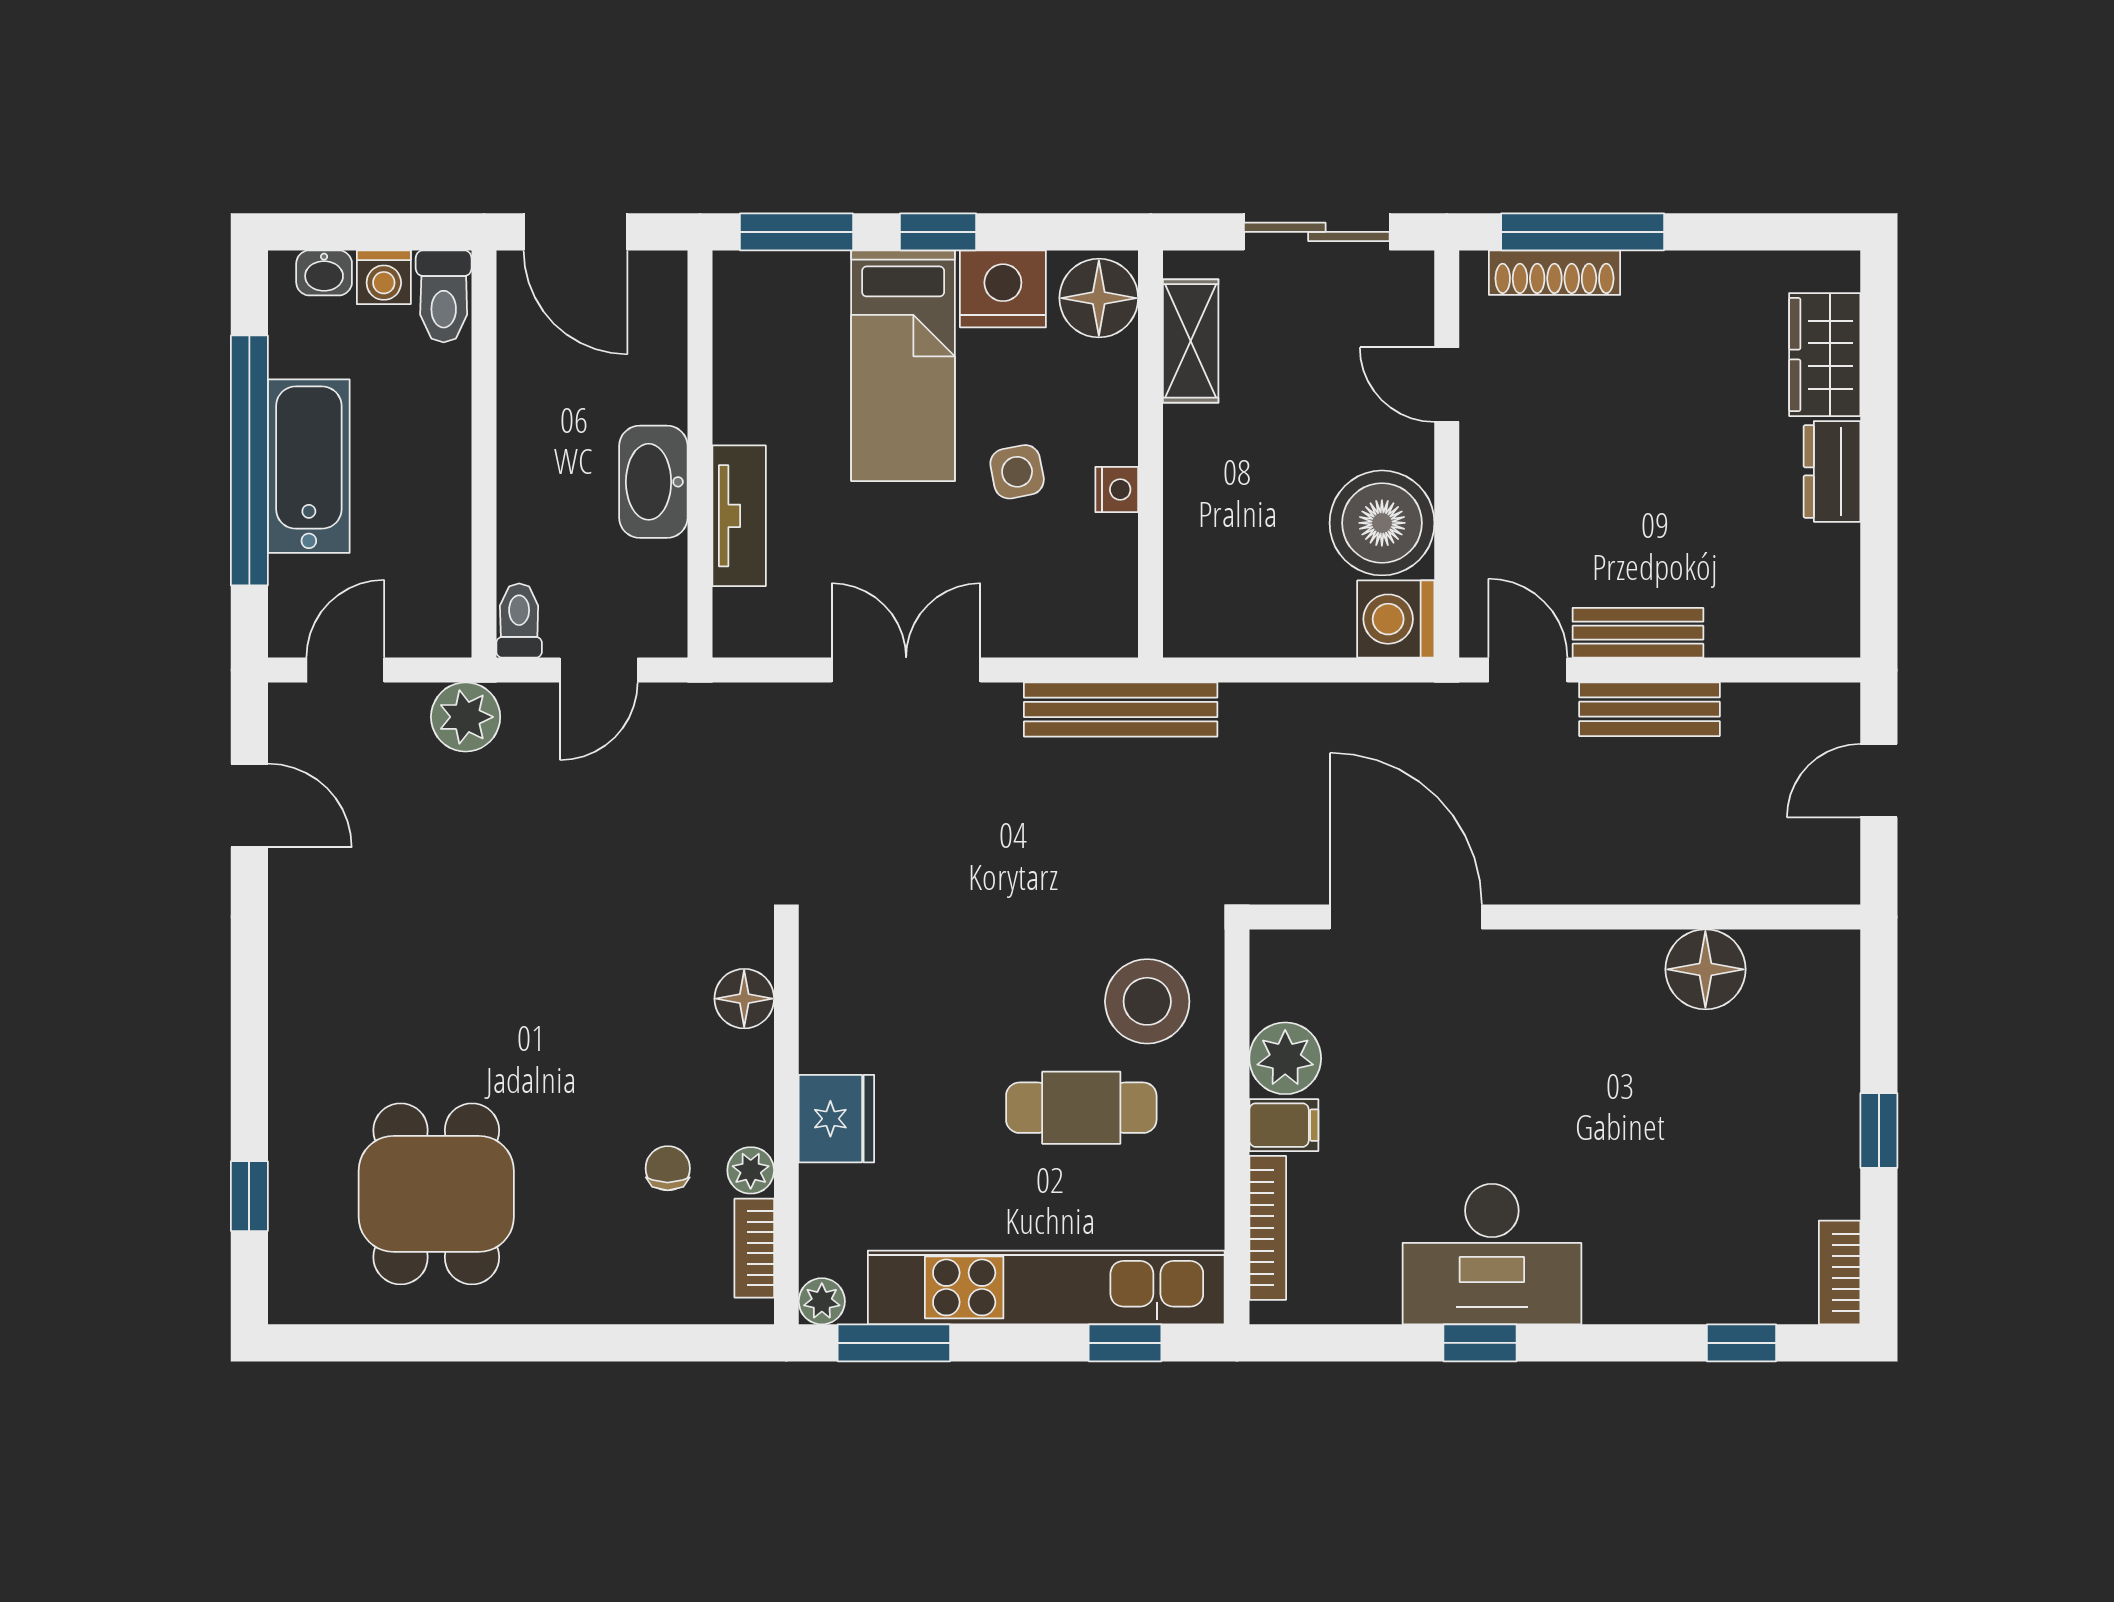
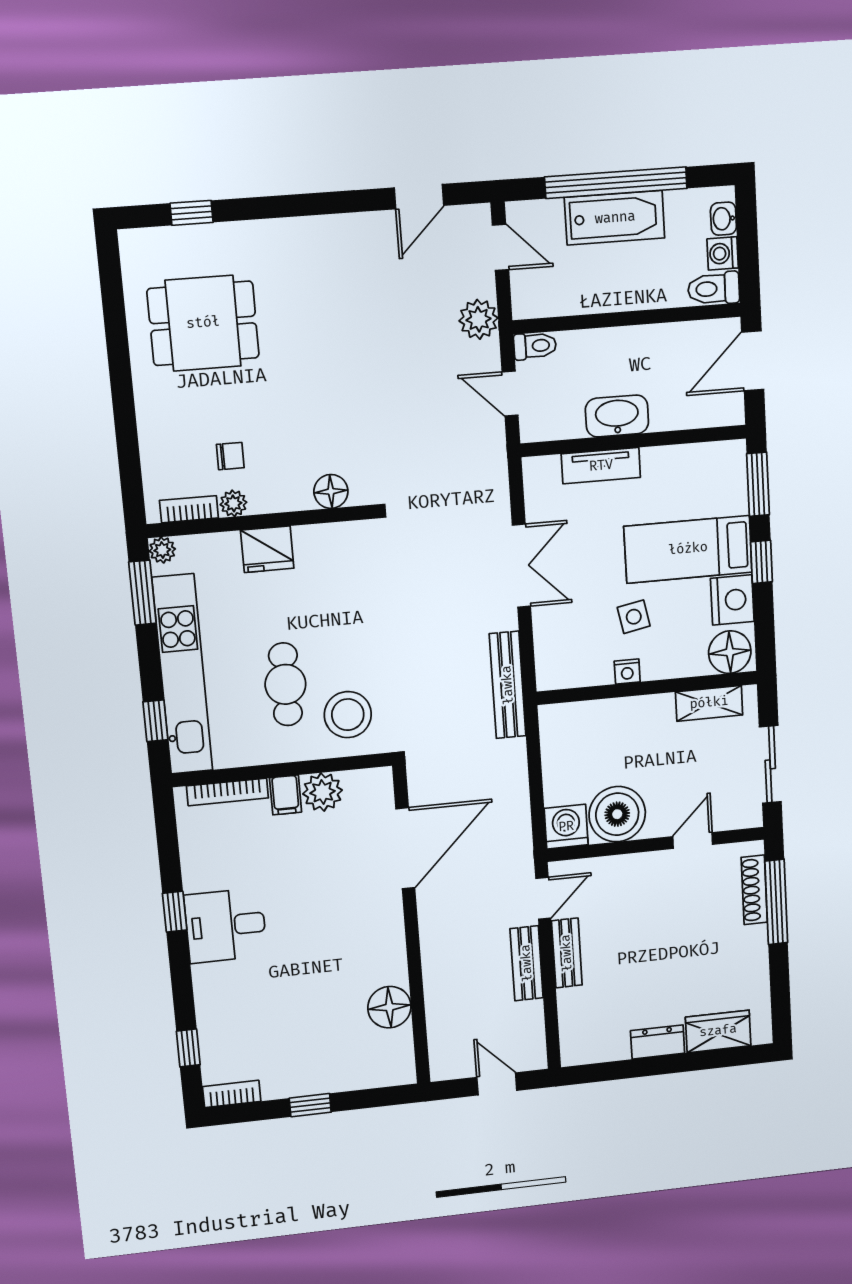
desk: (1492, 1254) -> (226, 926), width x0.73

